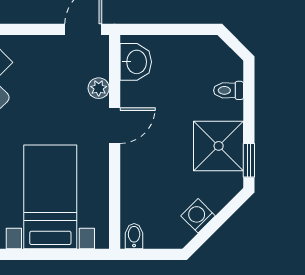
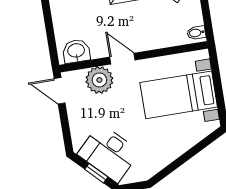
plant: (99, 88) -> (99, 80), width x1.88, depth x1.88

